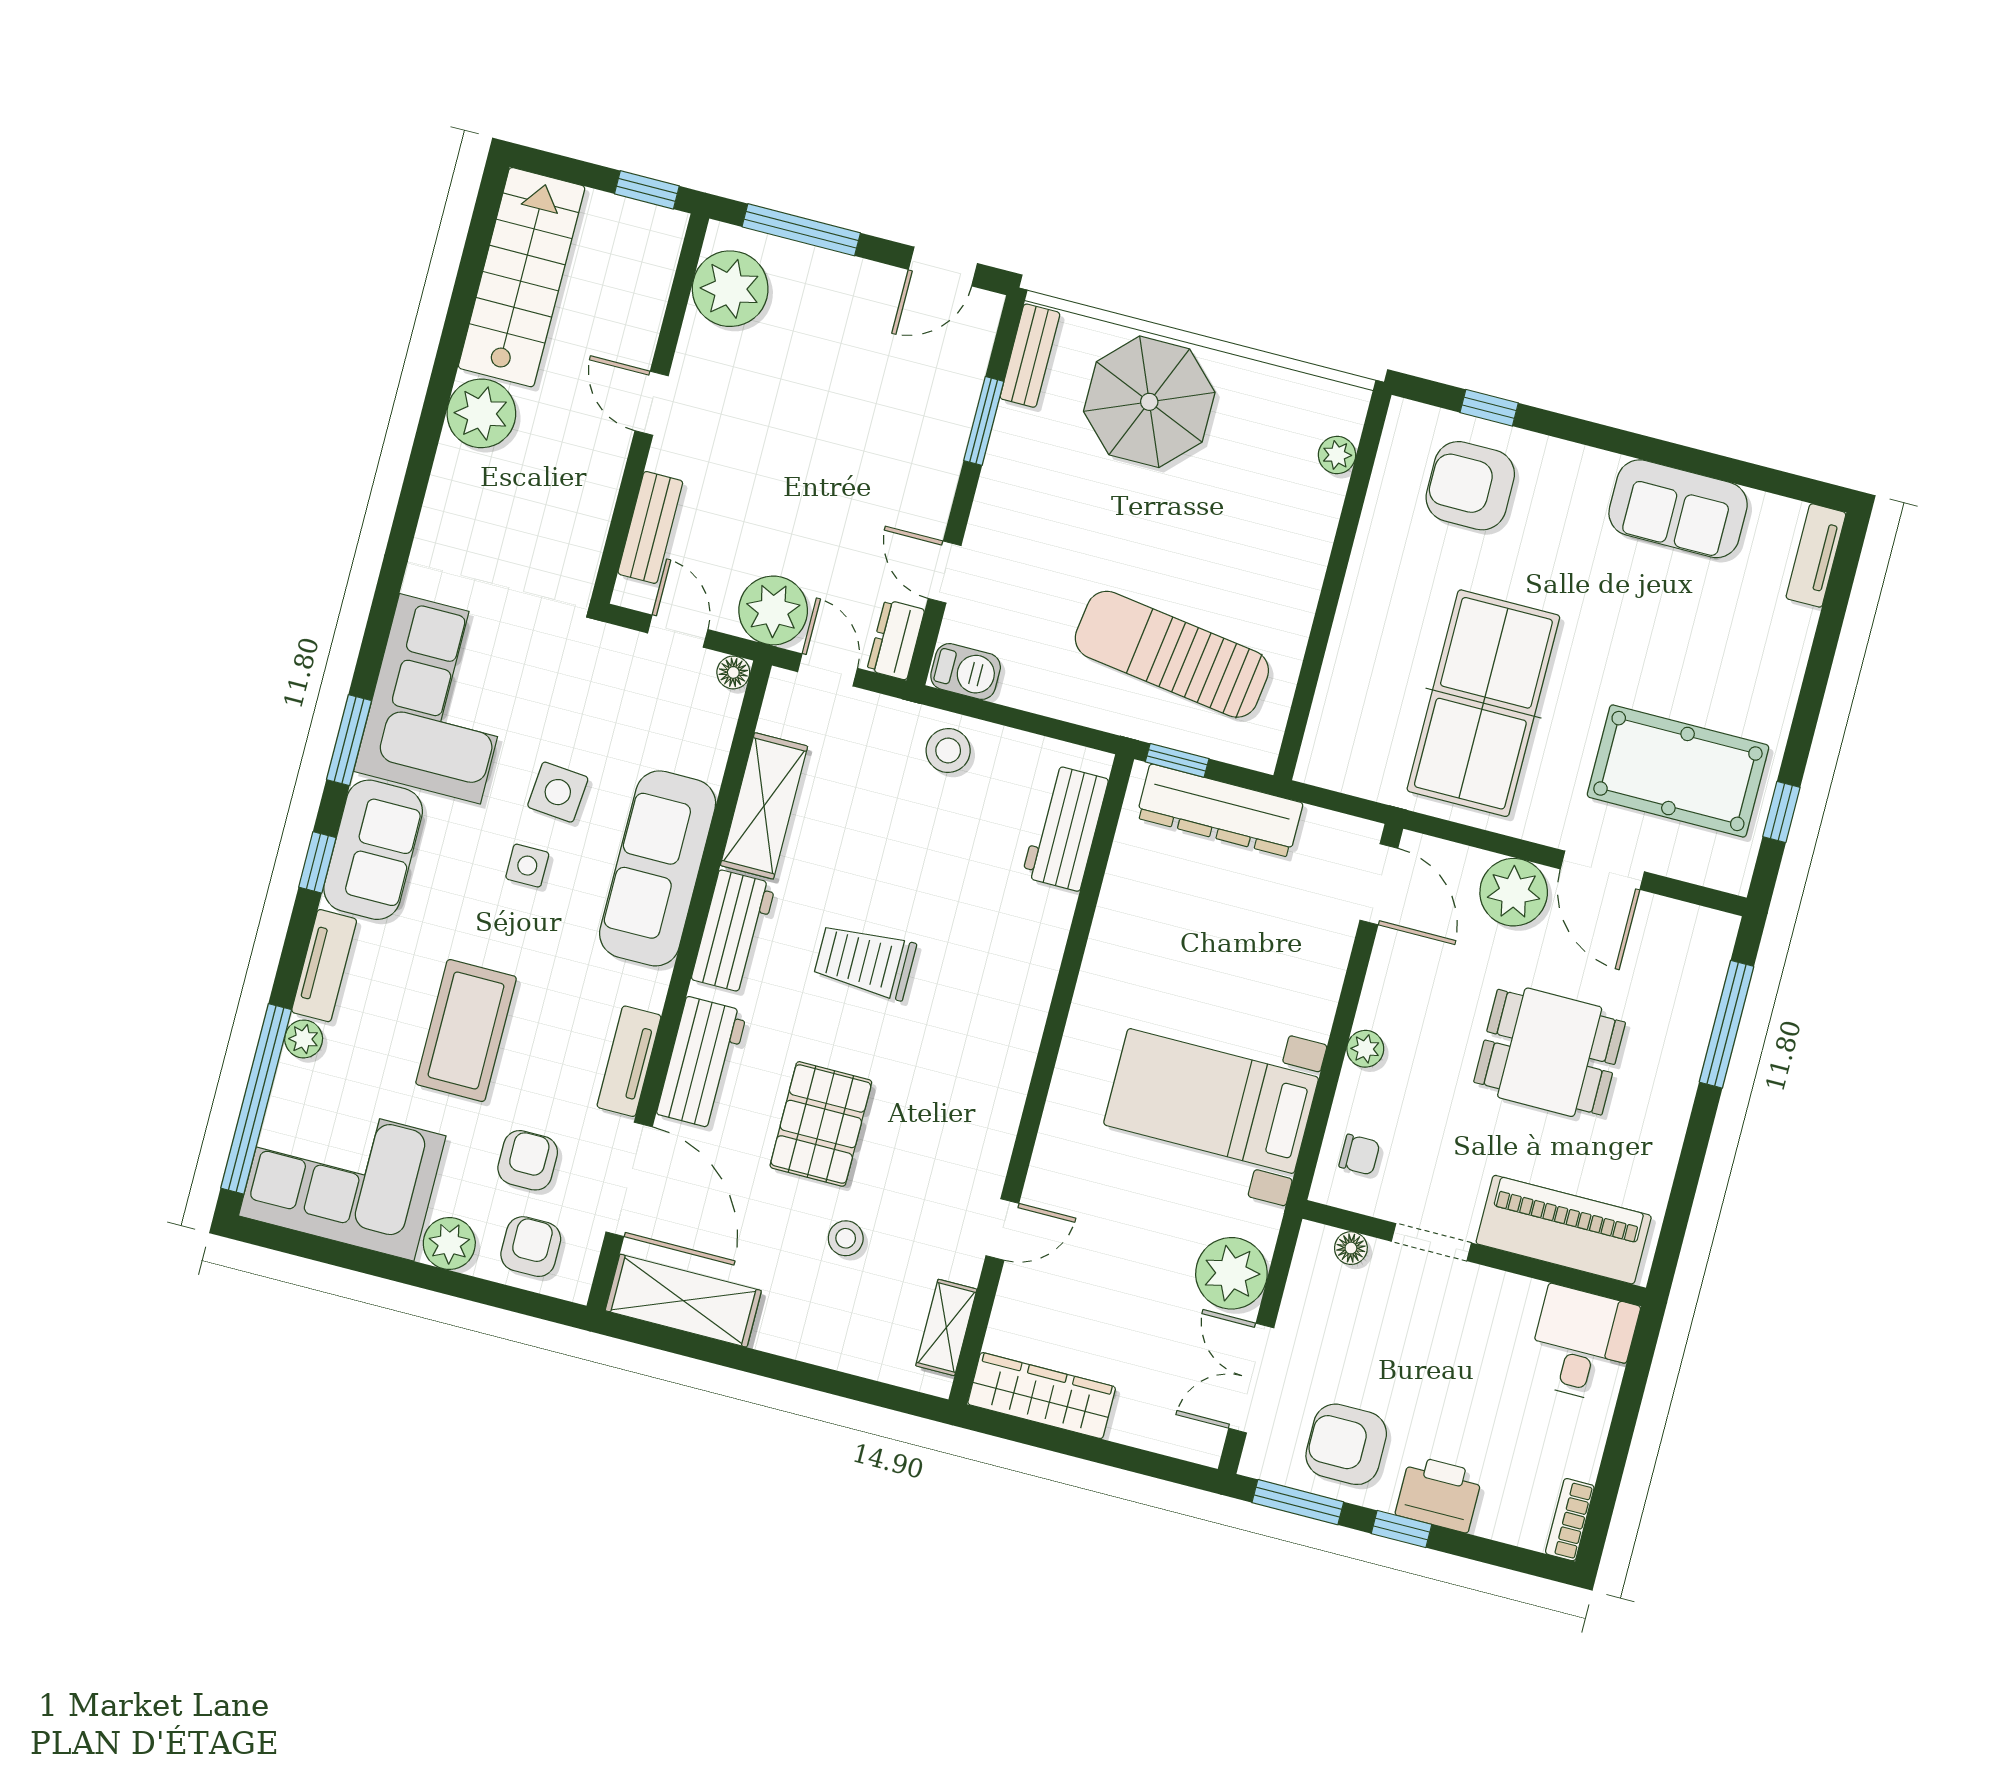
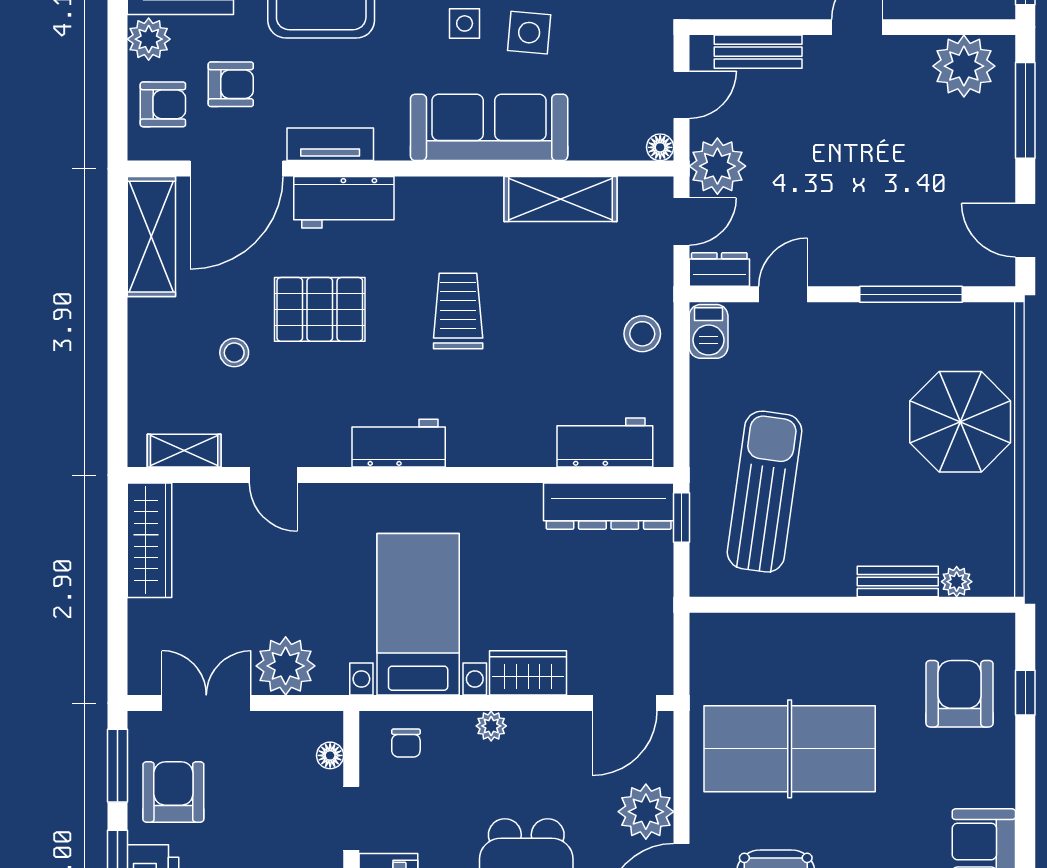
bench: (1030, 356) -> (898, 582), moved
window: (984, 421) -> (911, 294), width x1.44
dresser: (1220, 810) -> (609, 506), moved, turned -90
workbench: (733, 932) -> (399, 443), moved, turned 180
wardrobe: (1314, 989) -> (528, 673), added

